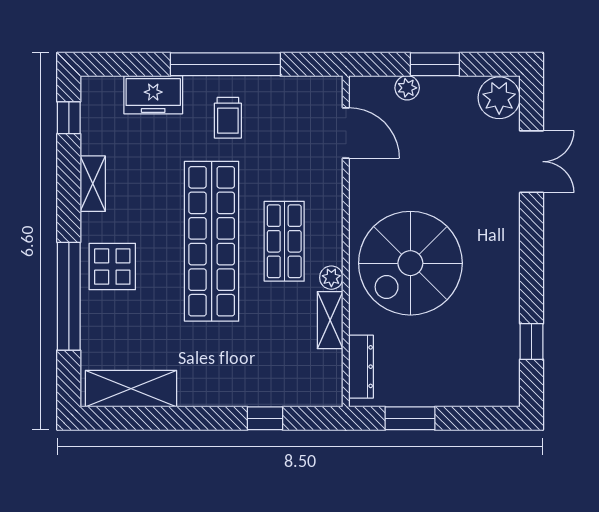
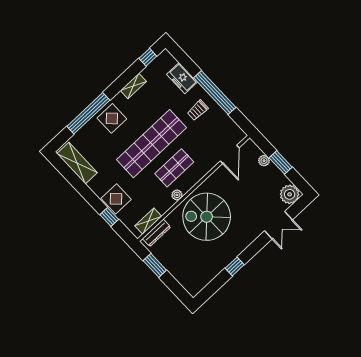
shelving: (330, 320) -> (148, 221), moved
window: (531, 341) -> (235, 266), moved
display table: (246, 380) -> (116, 199), added

